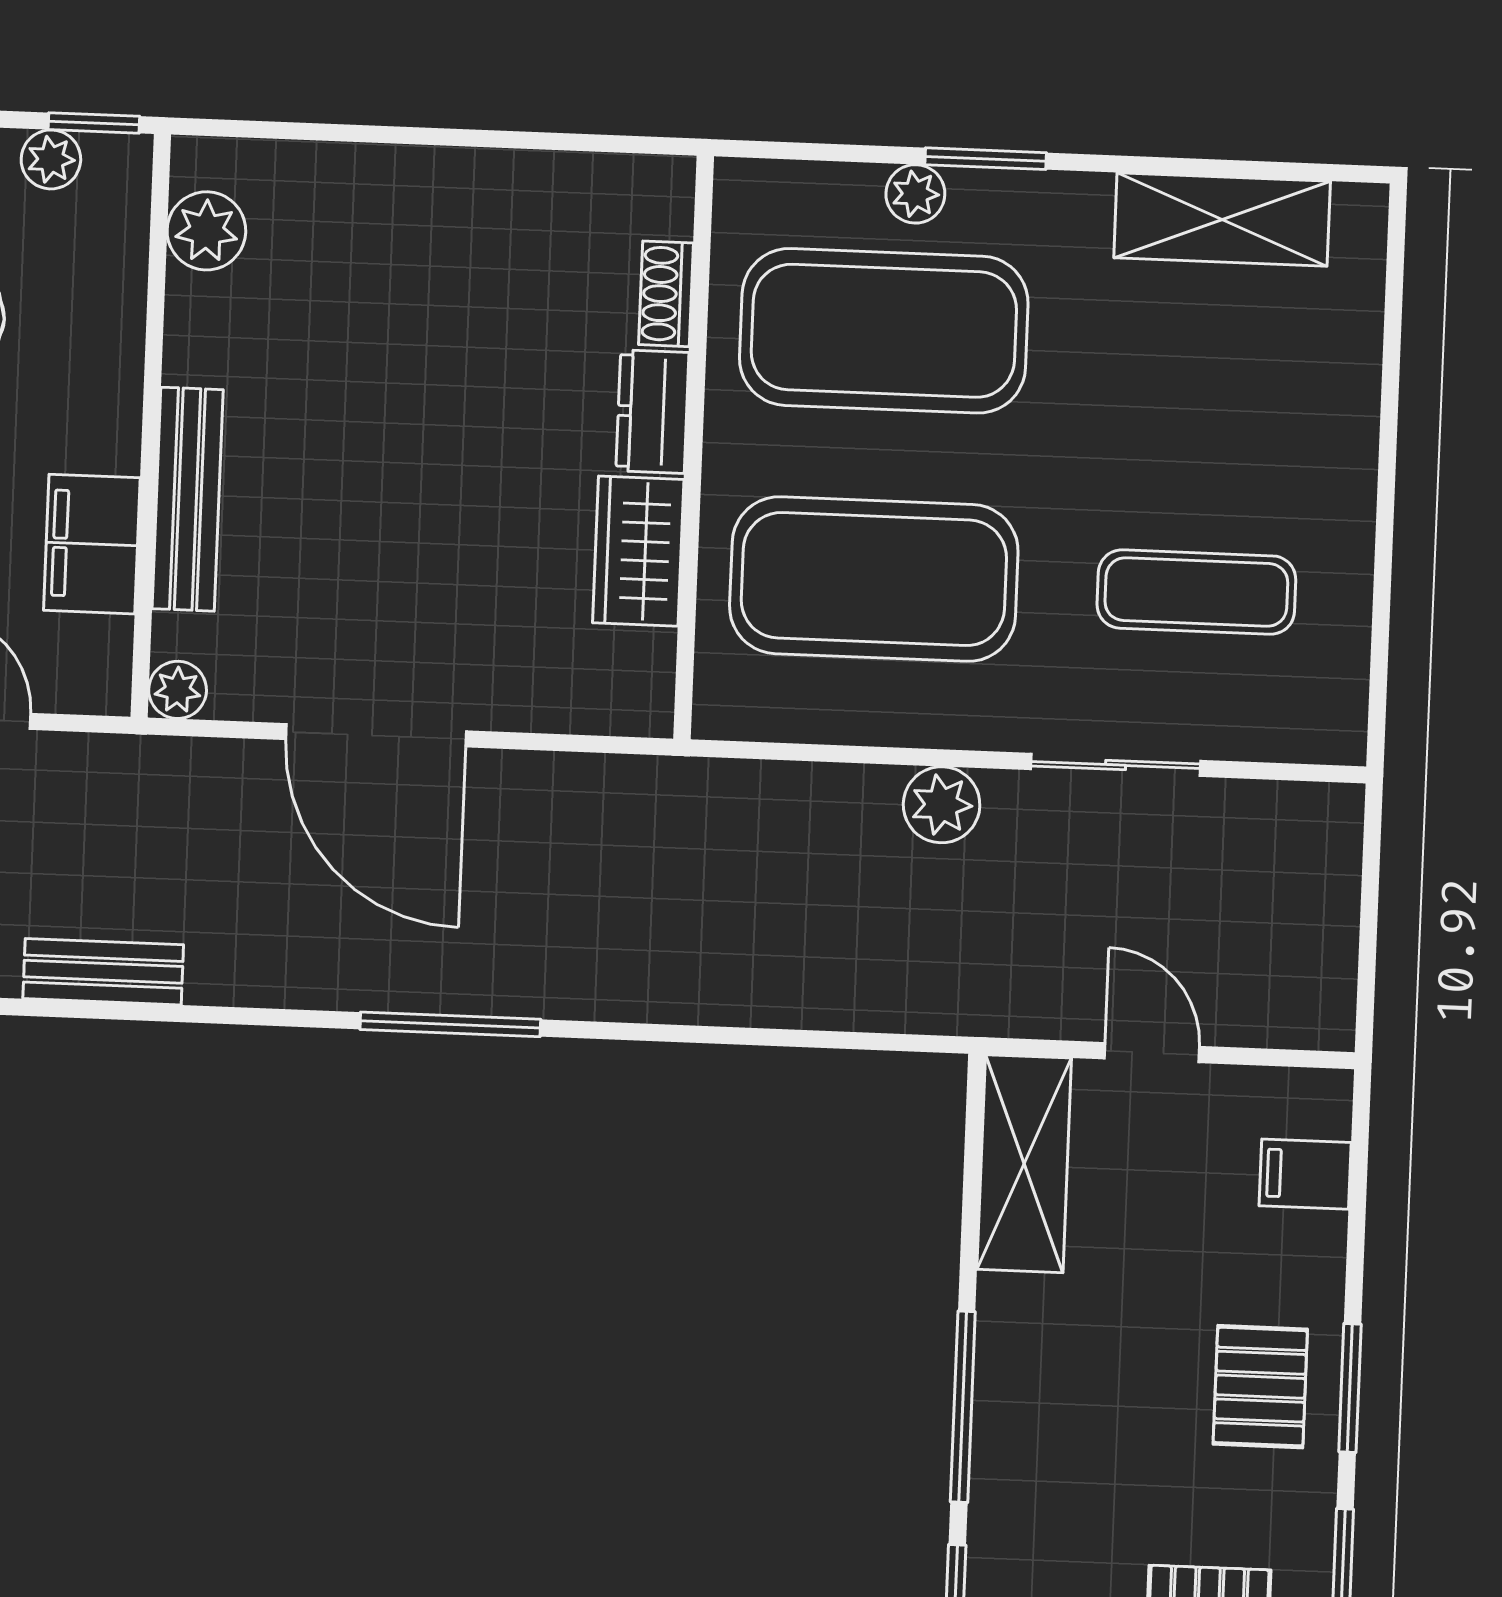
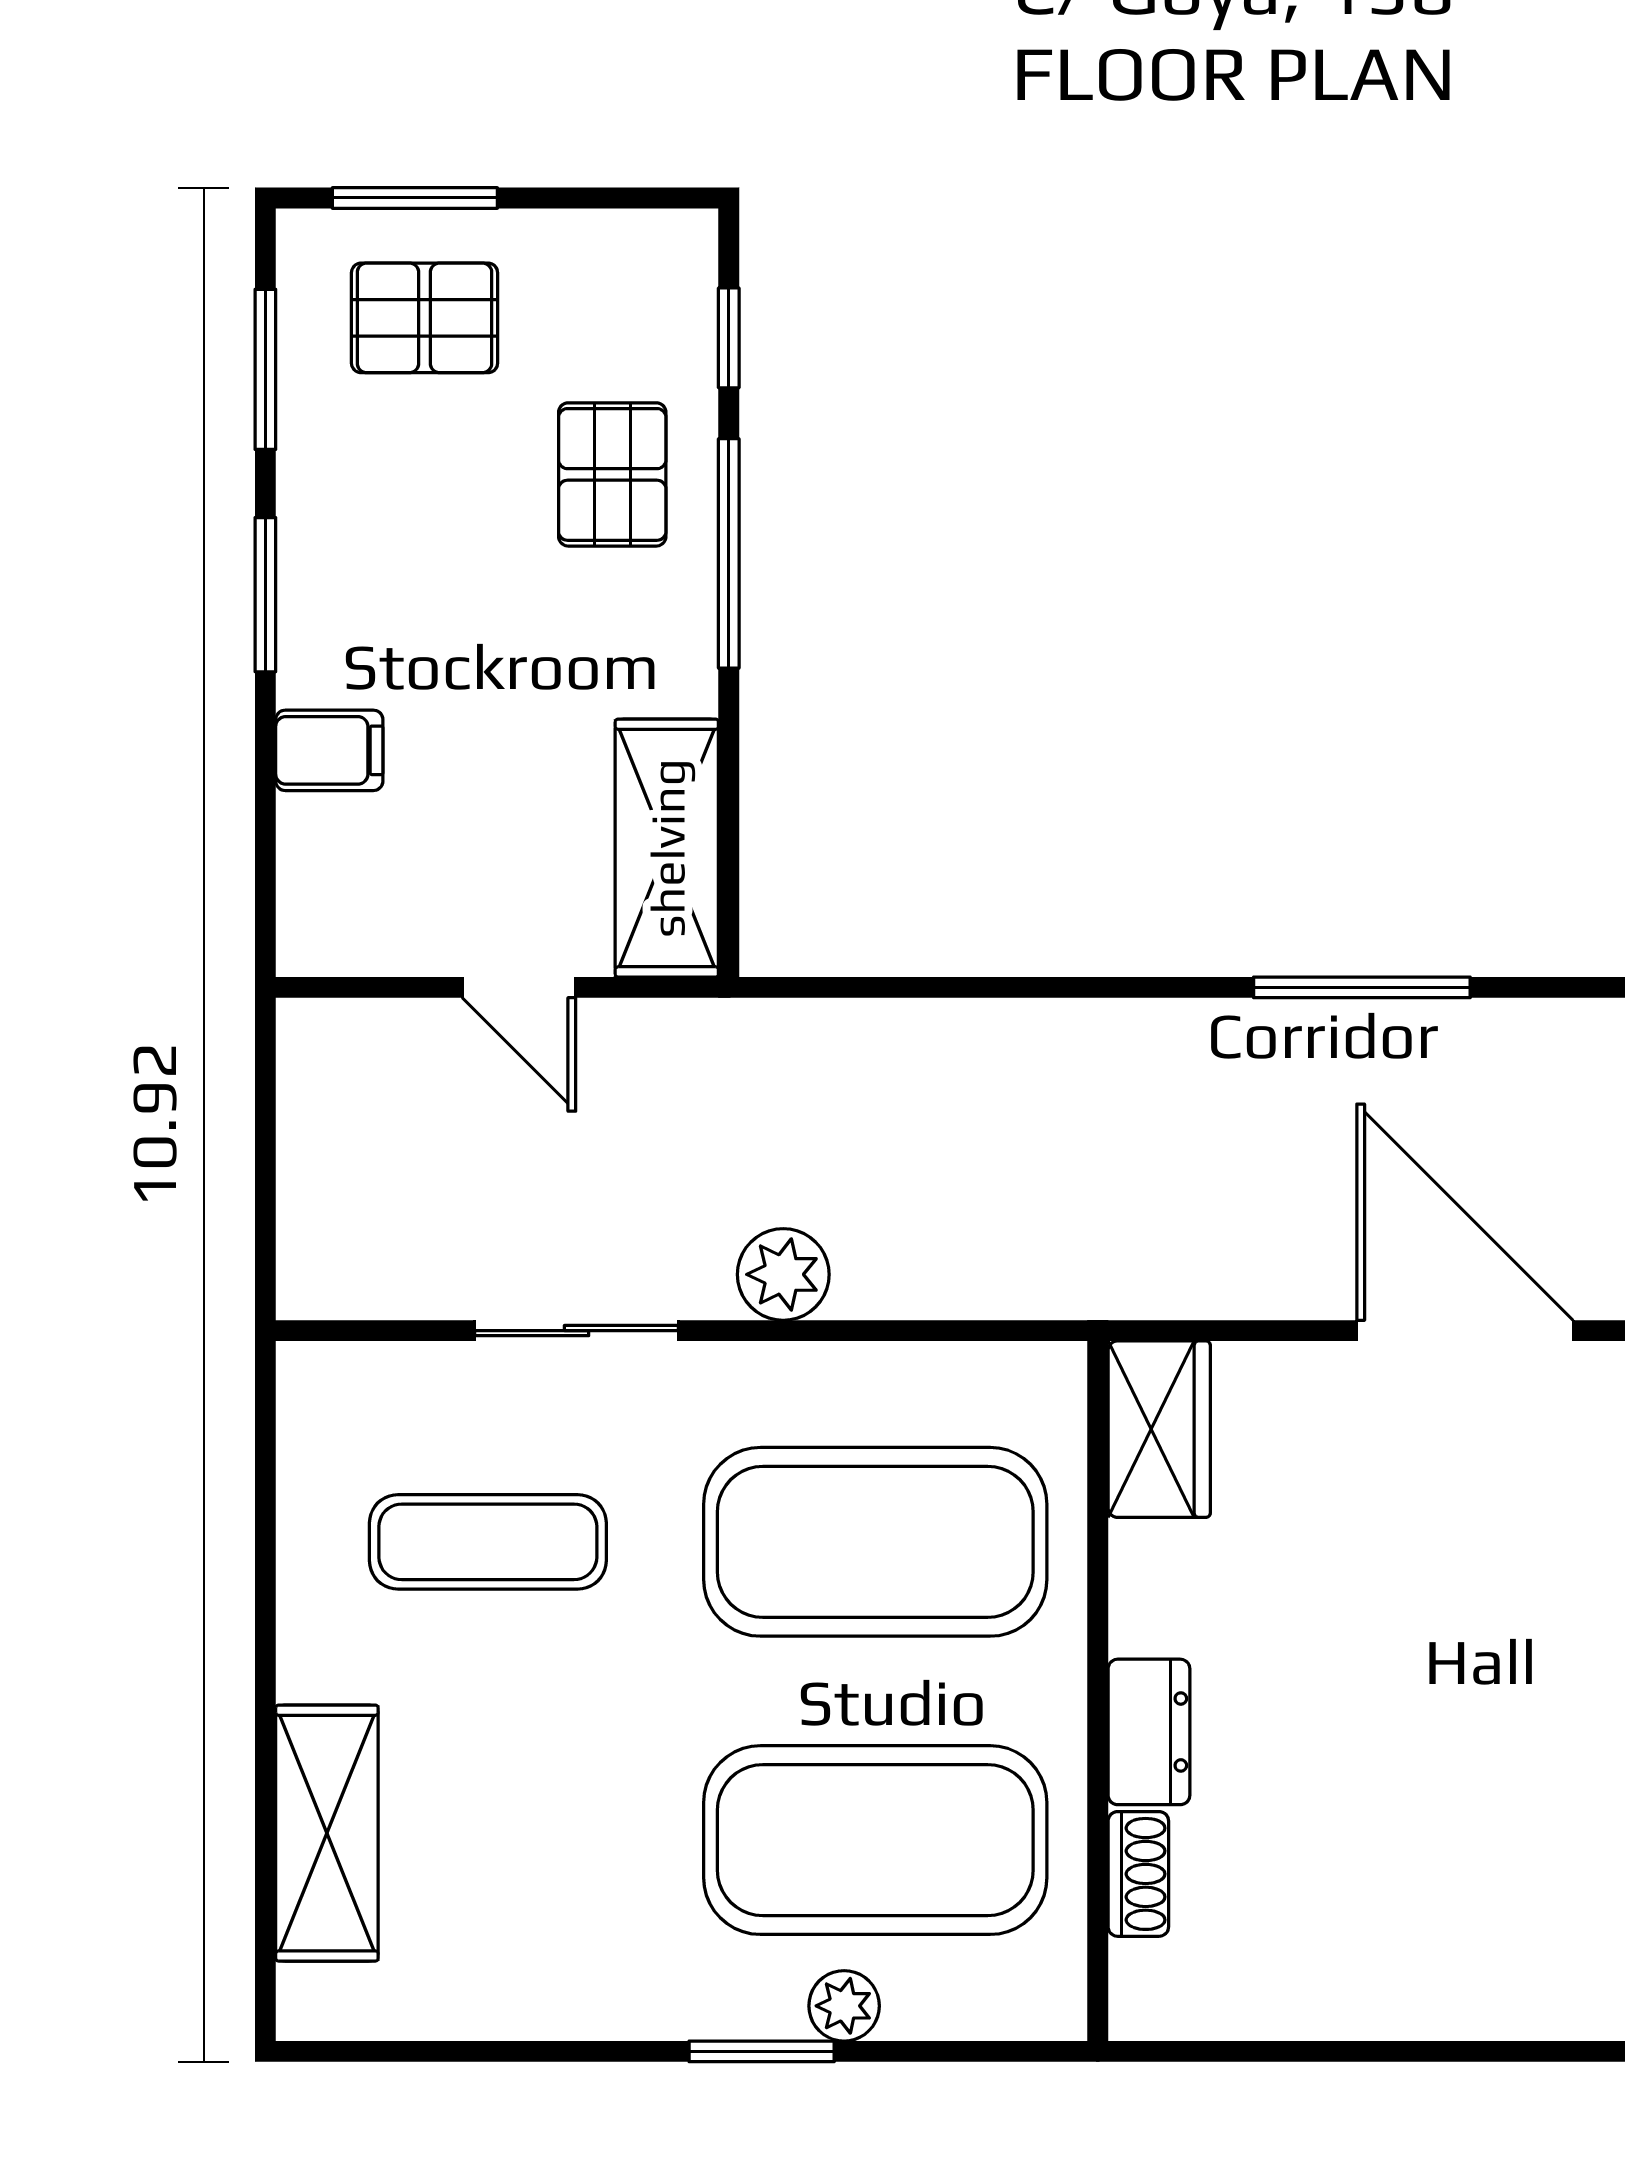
shelving: (1222, 220) -> (327, 1833), moved, turned 90
wardrobe: (638, 551) -> (1159, 1429), moved
filing cabinet: (1305, 1174) -> (329, 750), moved
pallet: (1260, 1387) -> (612, 474), moved

